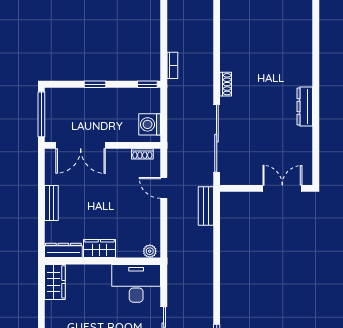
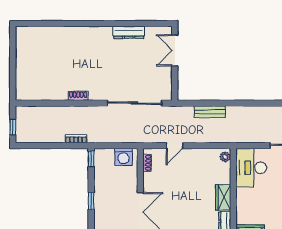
shoe rack: (226, 84) -> (78, 96), moved
dresser: (305, 107) -> (129, 32), moved
bench: (206, 206) -> (210, 112), moved

